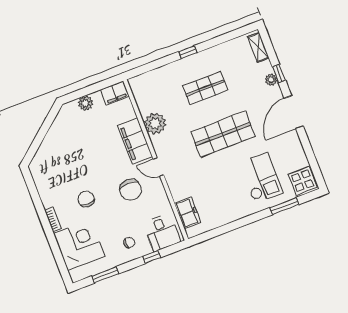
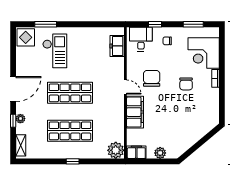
shop shelf: (205, 88) -> (70, 131), width x1.43, depth x1.36
plant: (155, 123) -> (116, 150), moved
checkout: (261, 178) -> (55, 51), turned 180

